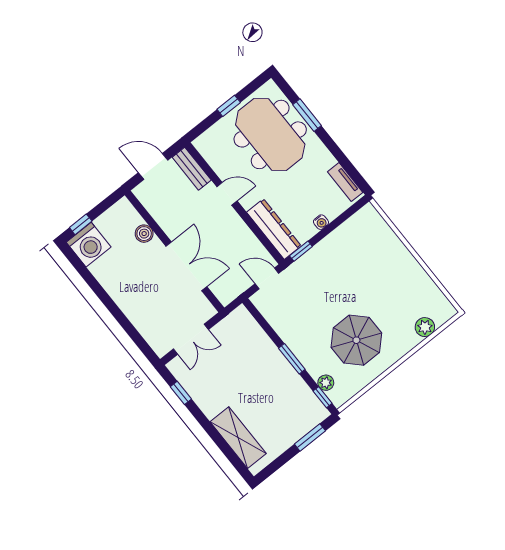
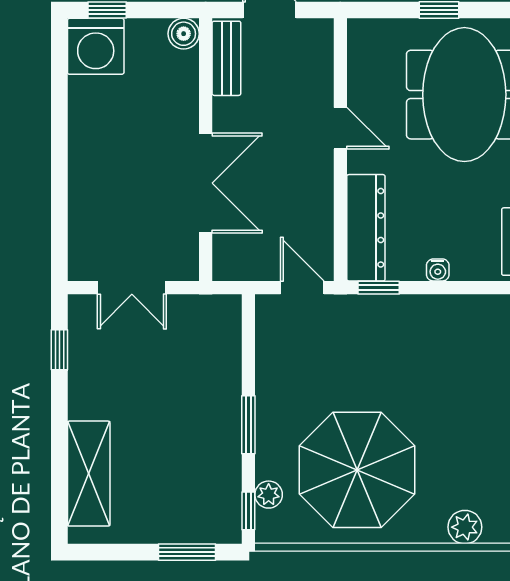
bench: (192, 169) -> (226, 58), moved
boiler: (144, 234) -> (184, 34), moved
parasol: (356, 340) -> (357, 470), width x1.36, depth x1.36

